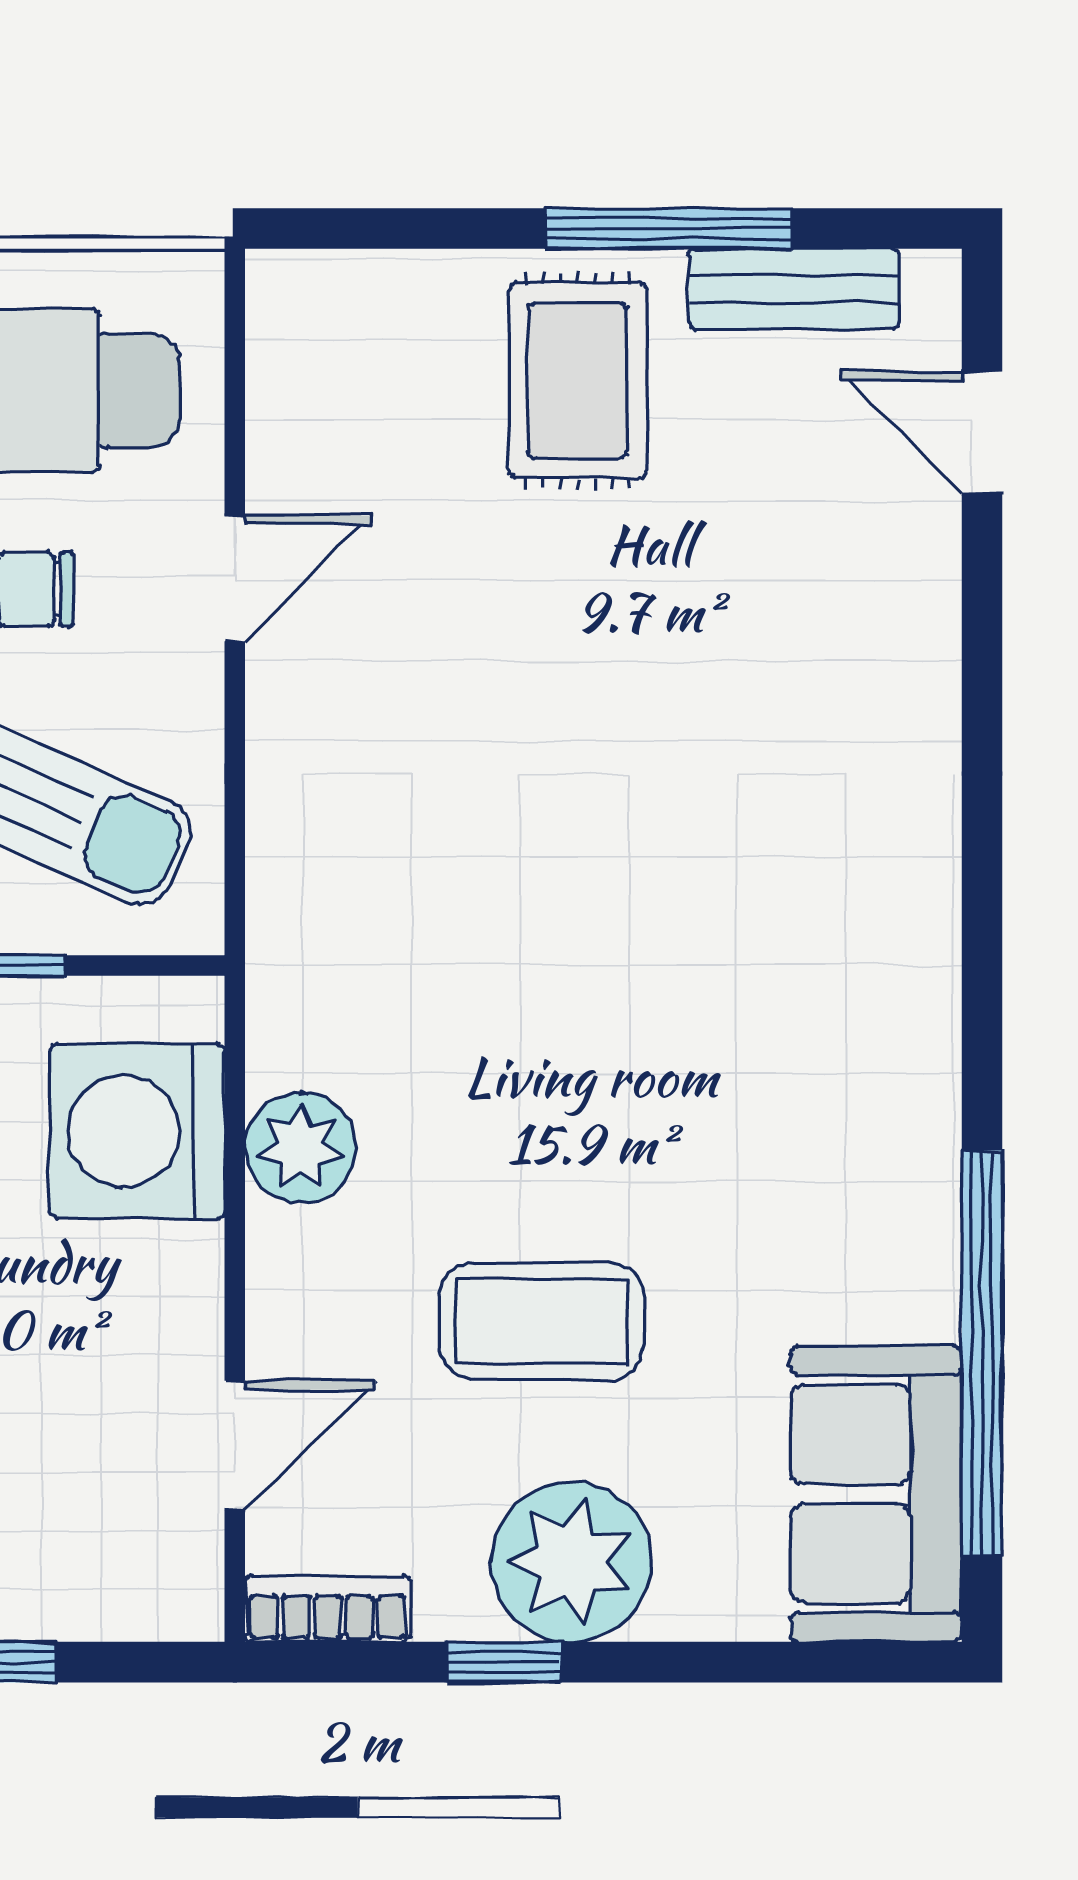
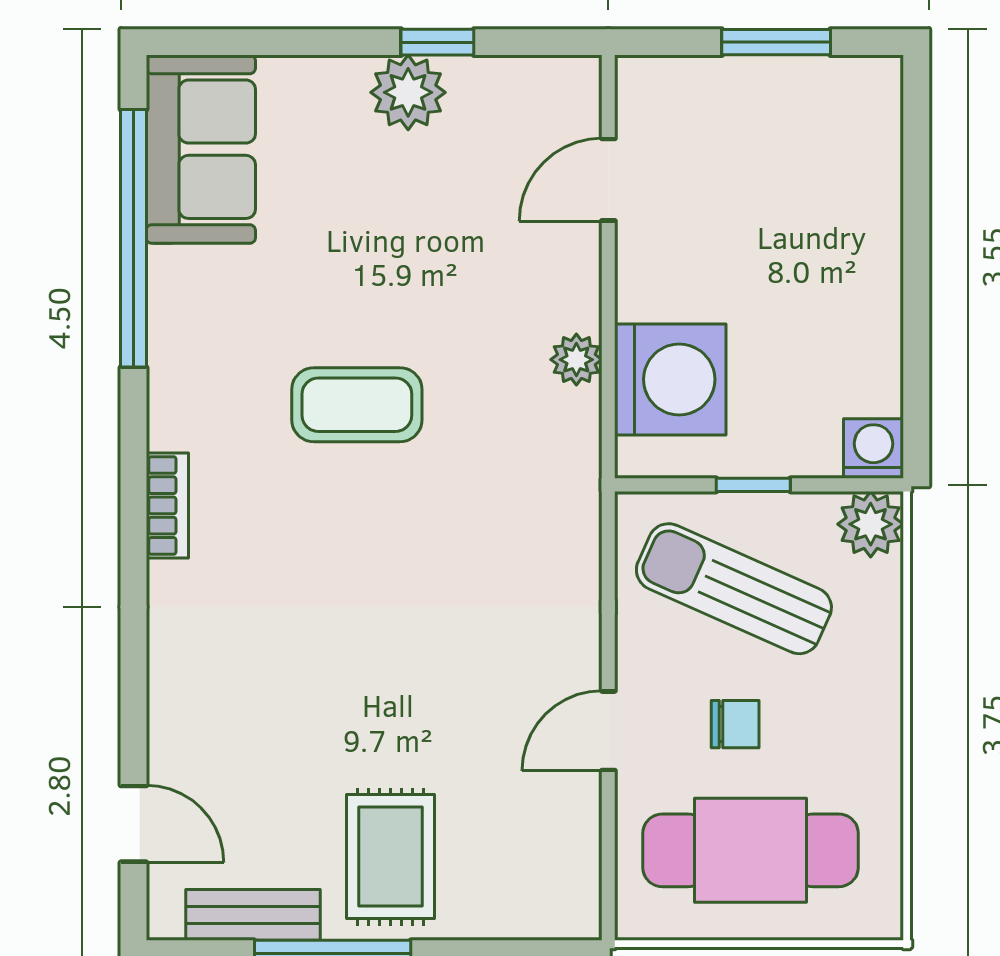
plant: (300, 1148) -> (576, 360), width x0.73, depth x0.73
coffee table: (542, 1321) -> (357, 405), moved
plant: (571, 1562) -> (408, 92), width x0.73, depth x0.73
bookcase: (328, 1609) -> (167, 505), moved, turned -90

